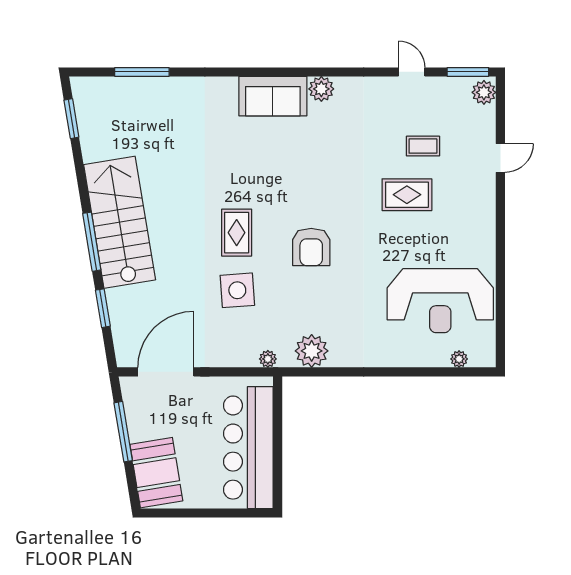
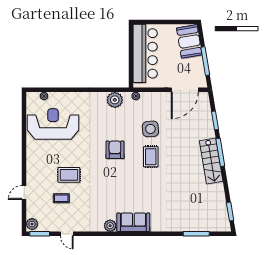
stairs: (120, 222) -> (211, 161), width x0.73, depth x0.66

